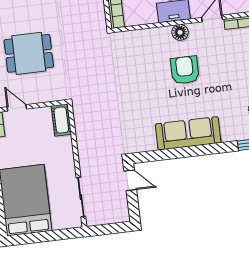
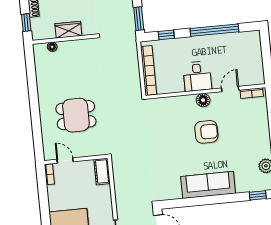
armchair: (185, 70) -> (206, 132), turned 90

